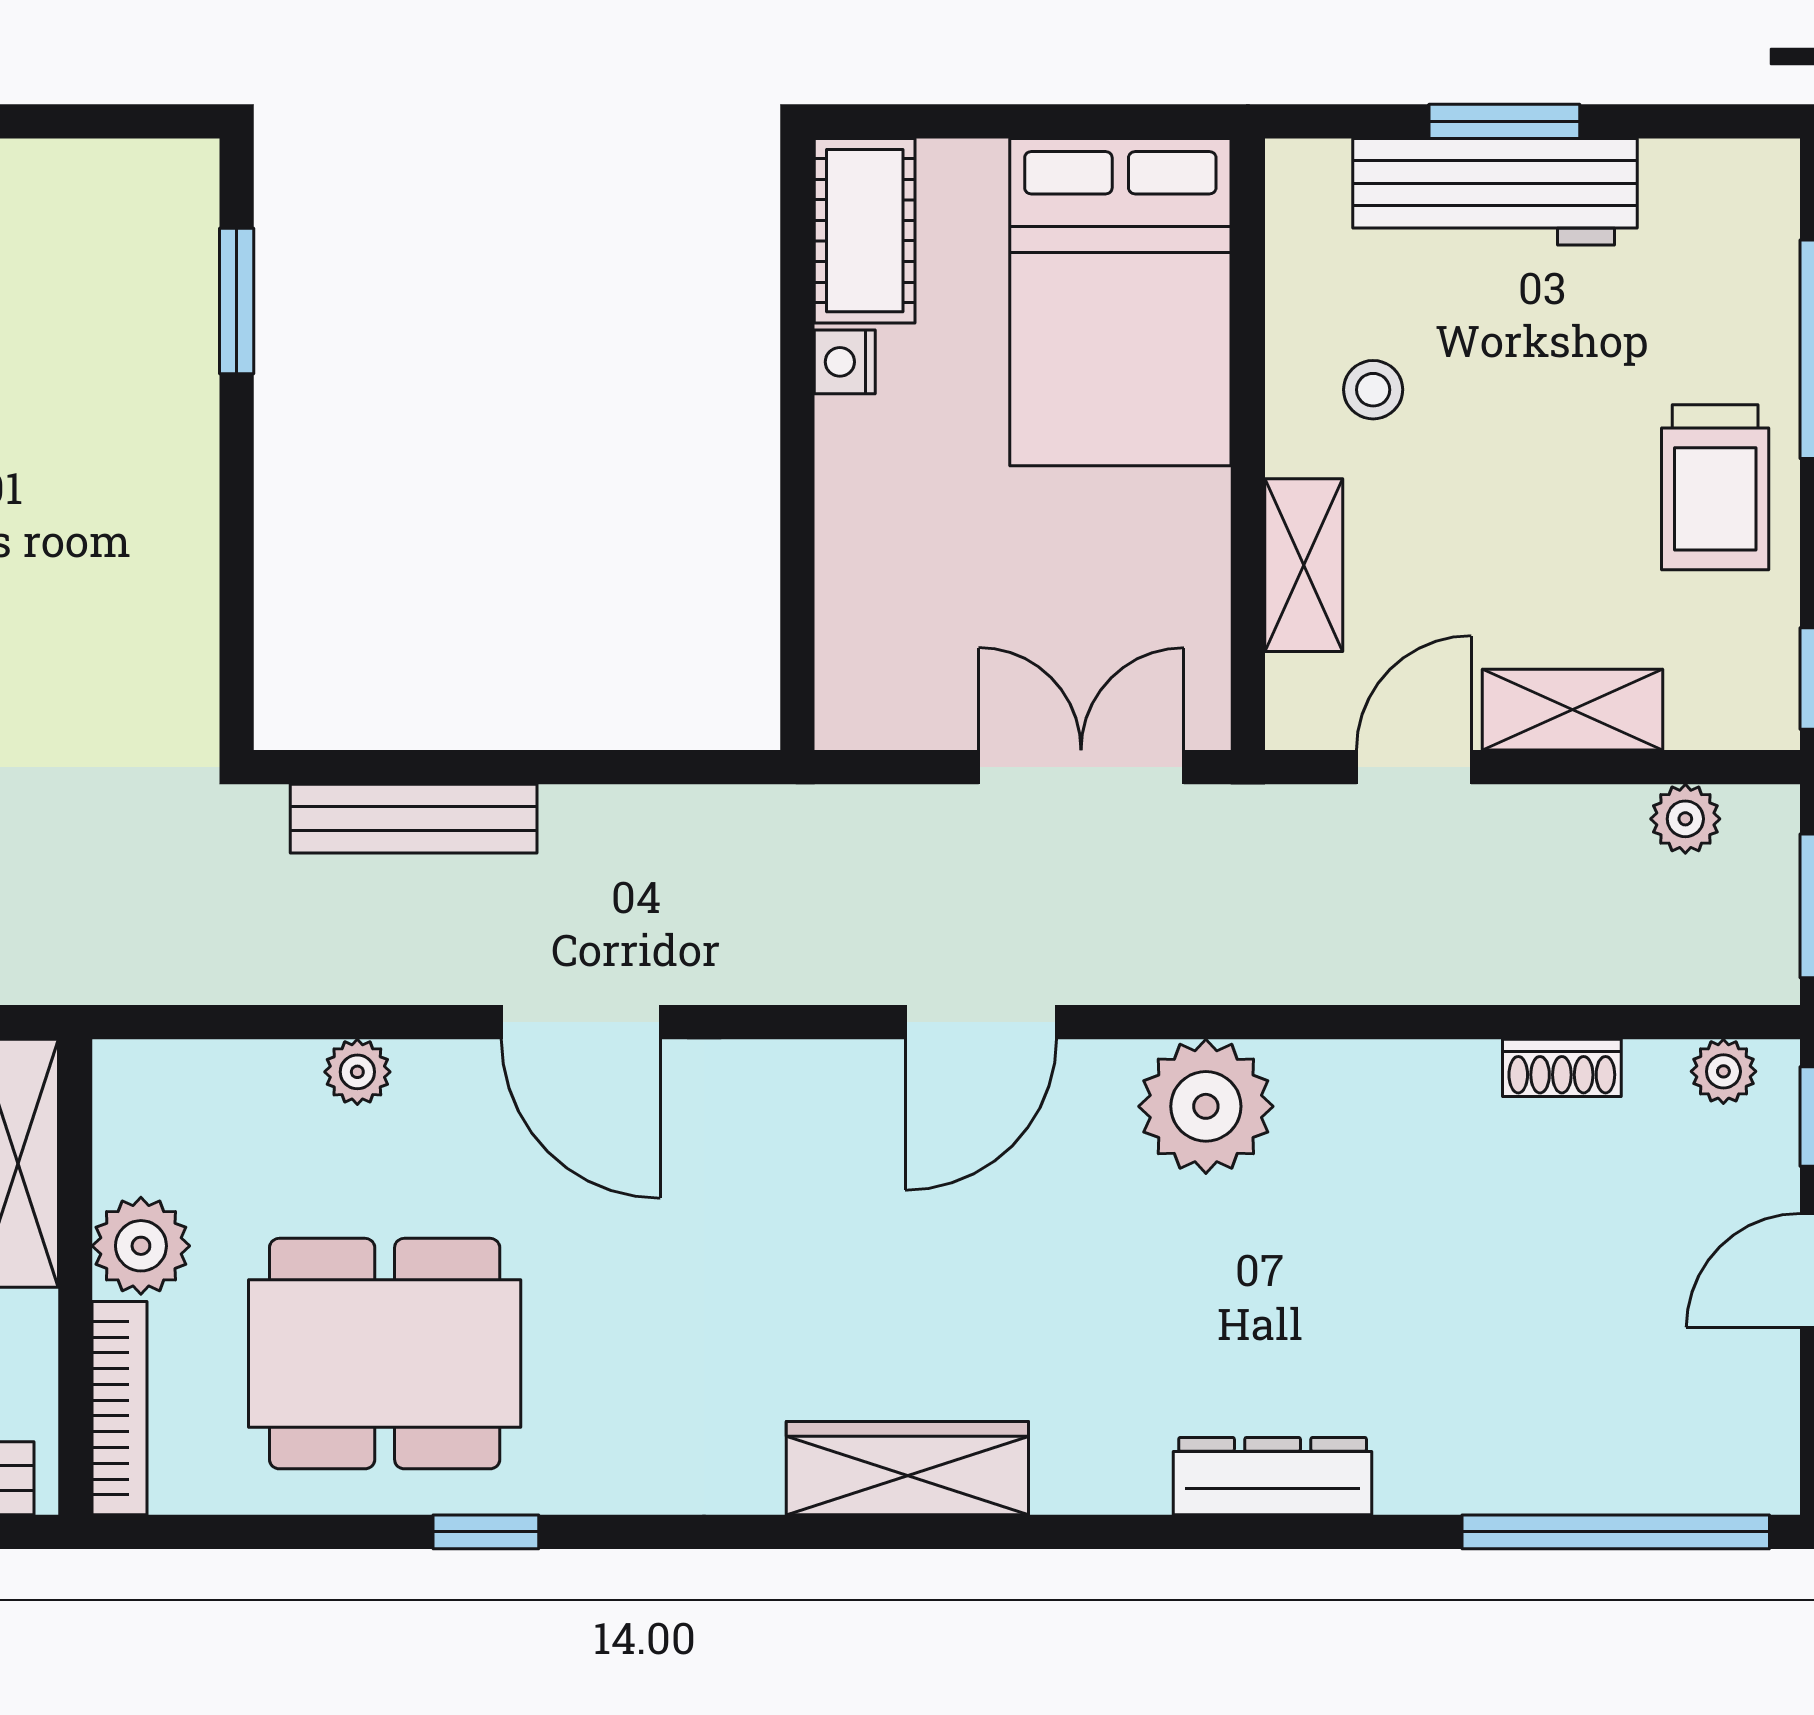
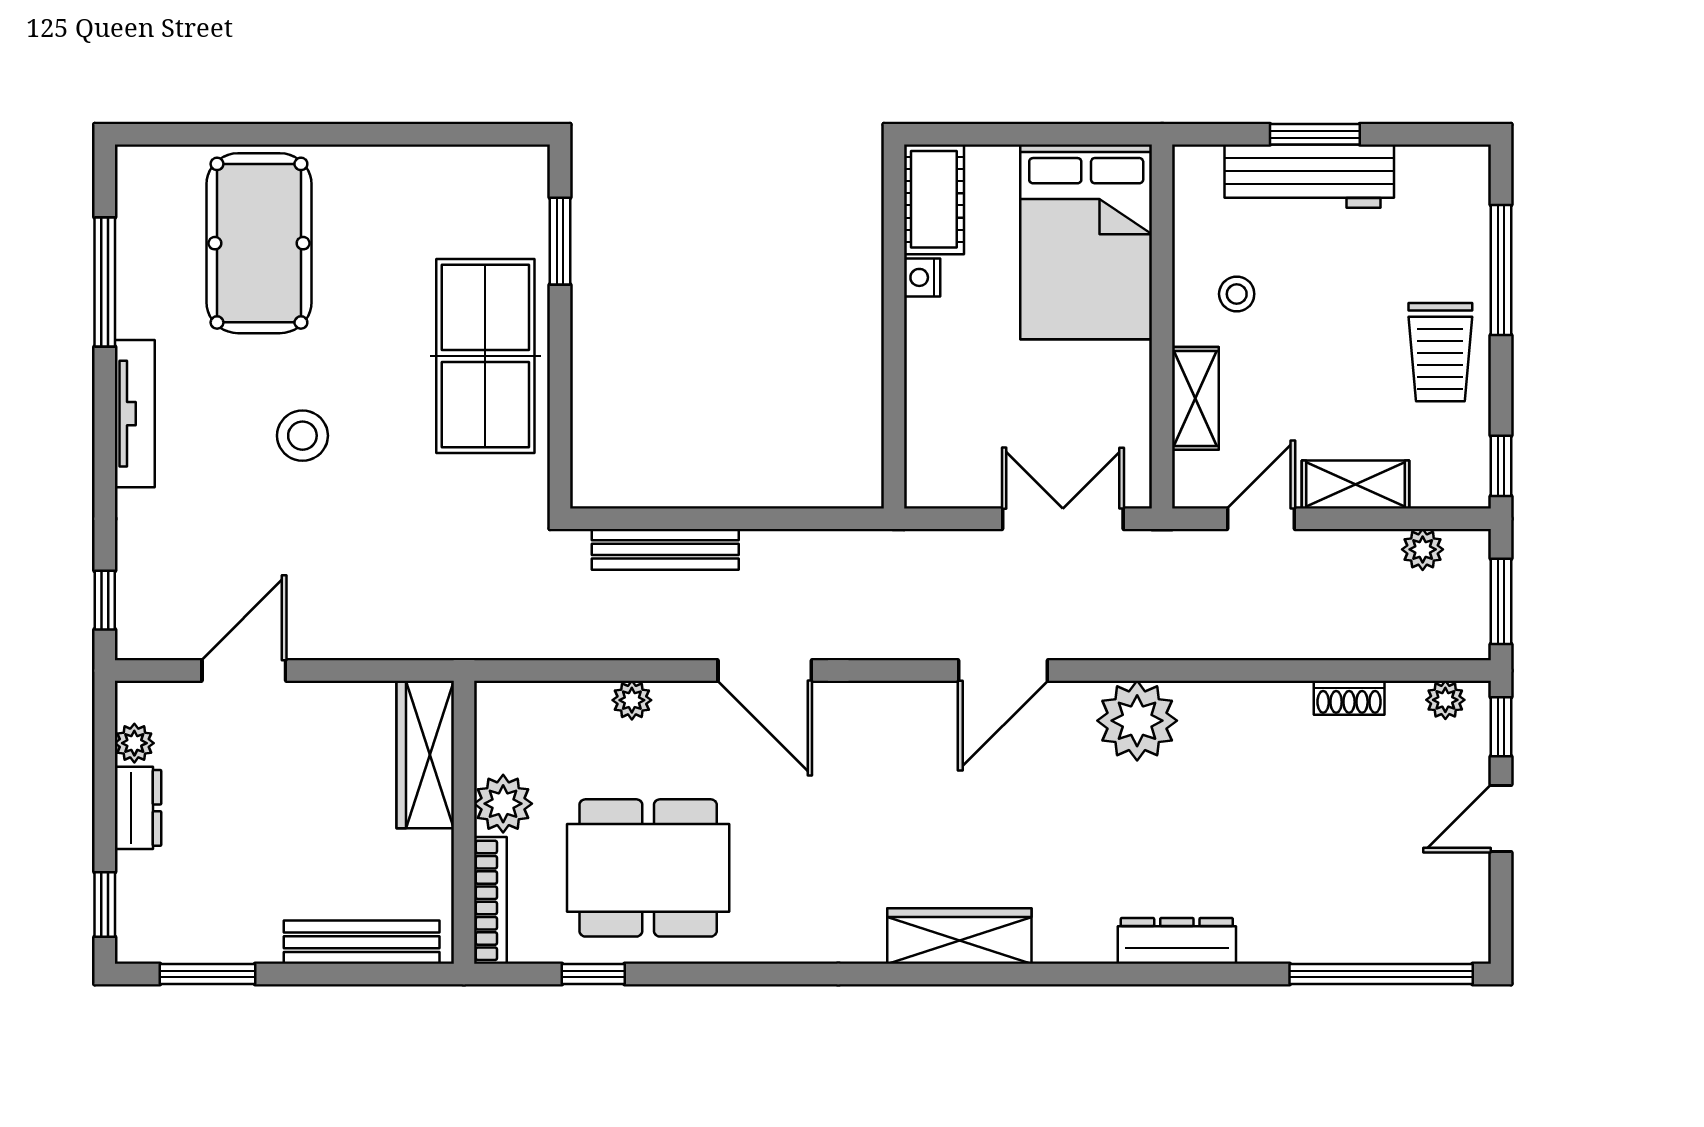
table tennis table: (111, 494) -> (485, 356), added
window: (486, 1532) -> (593, 974), moved

